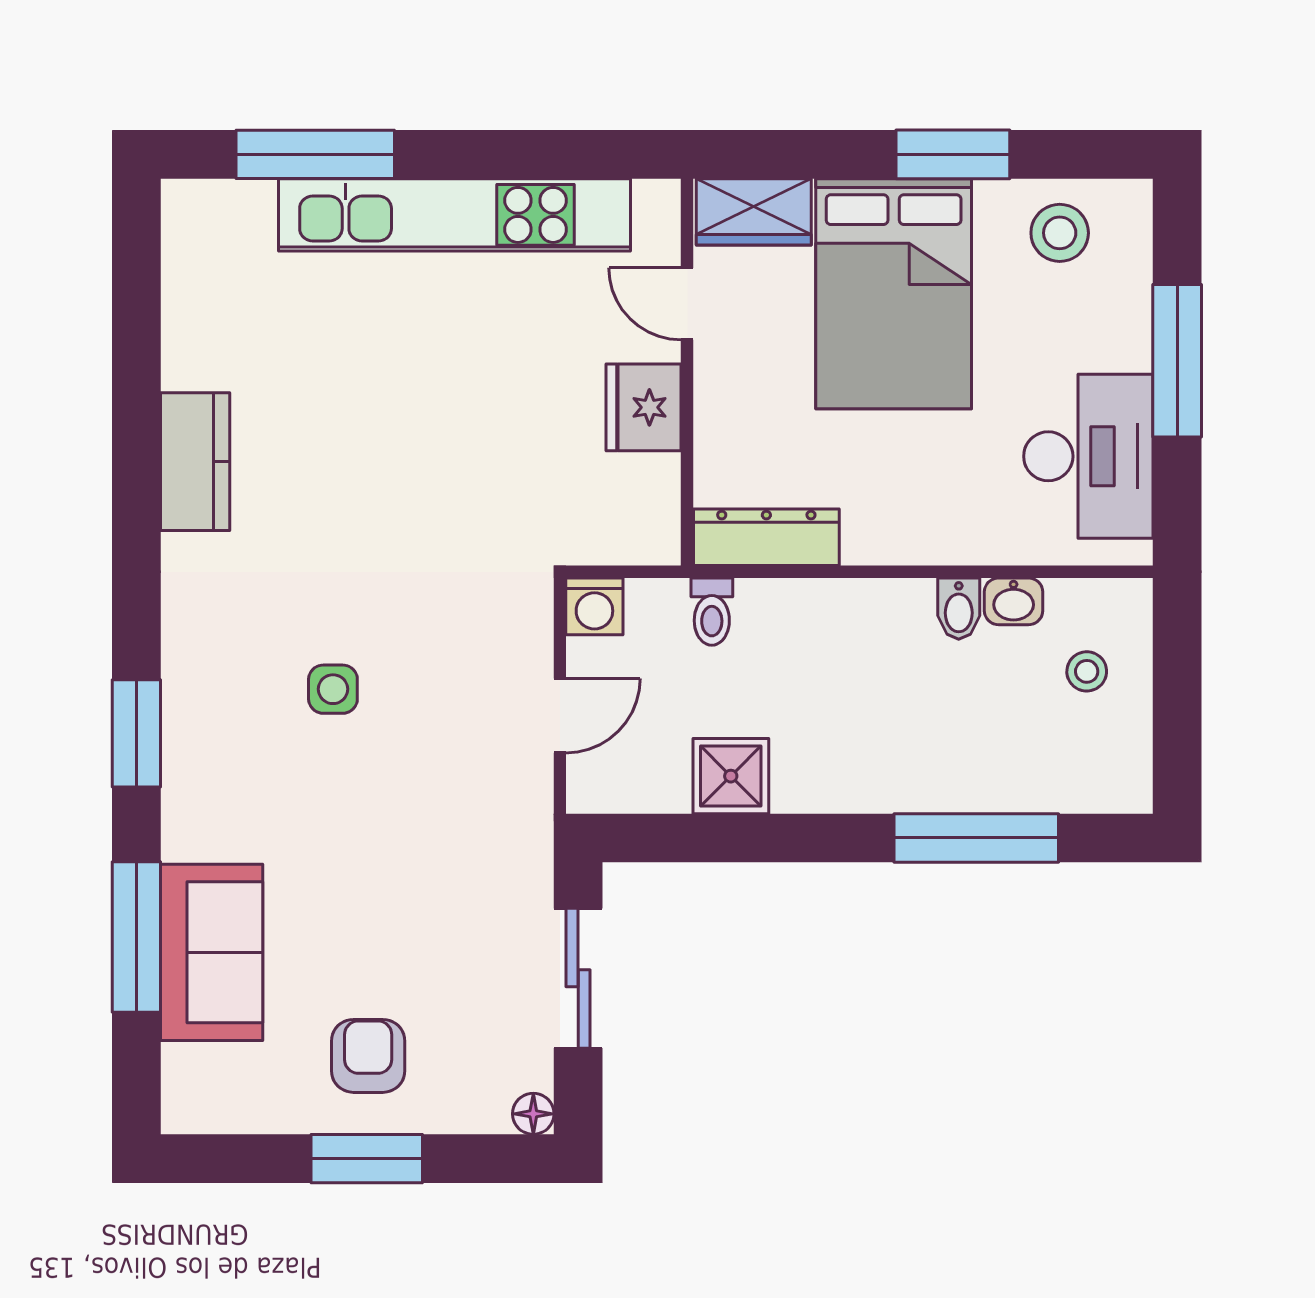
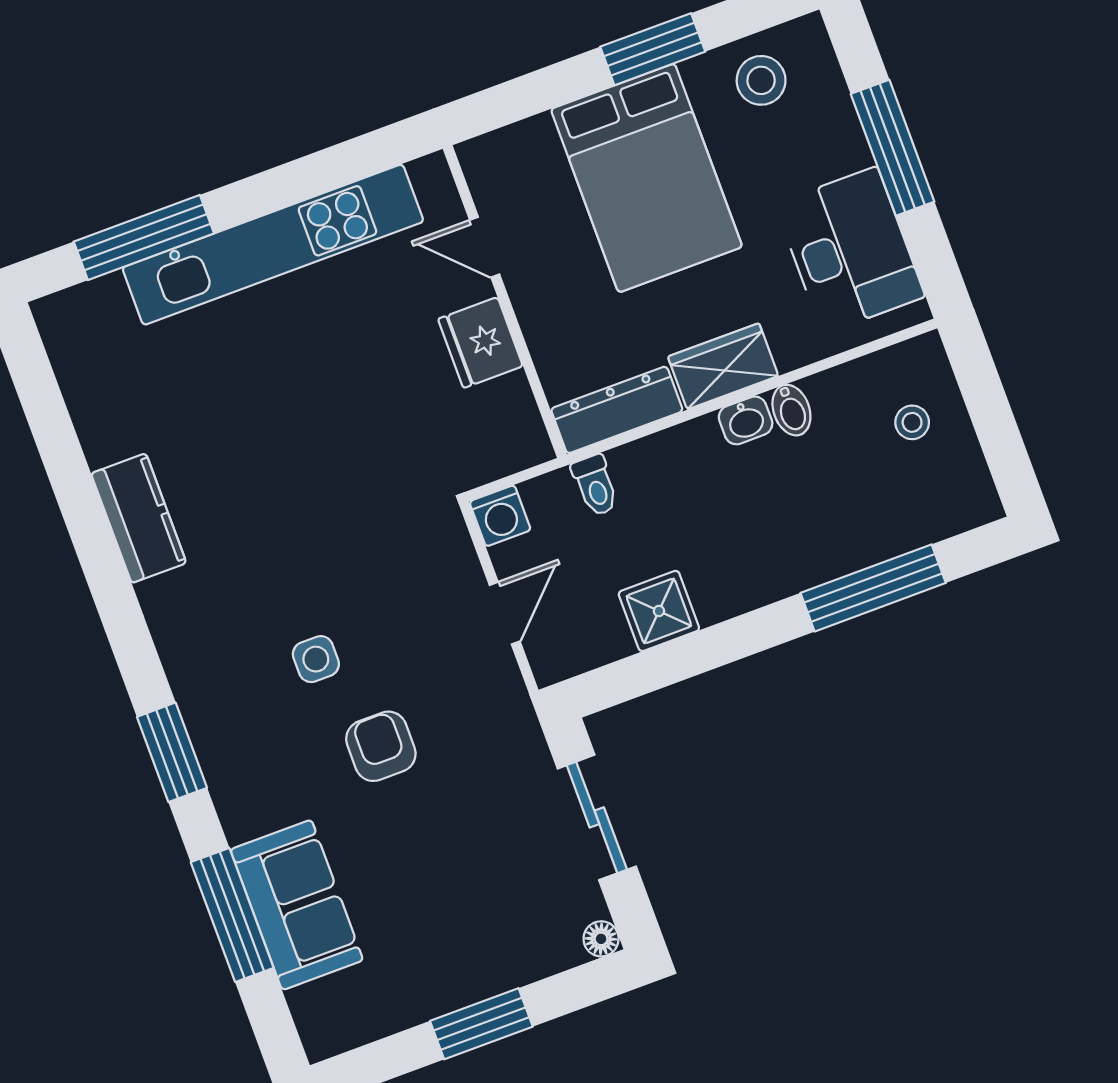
wardrobe: (754, 212) -> (723, 366), moved, turned 180
washbasin: (1014, 601) -> (746, 420), moved
armchair: (368, 1056) -> (381, 746), moved

